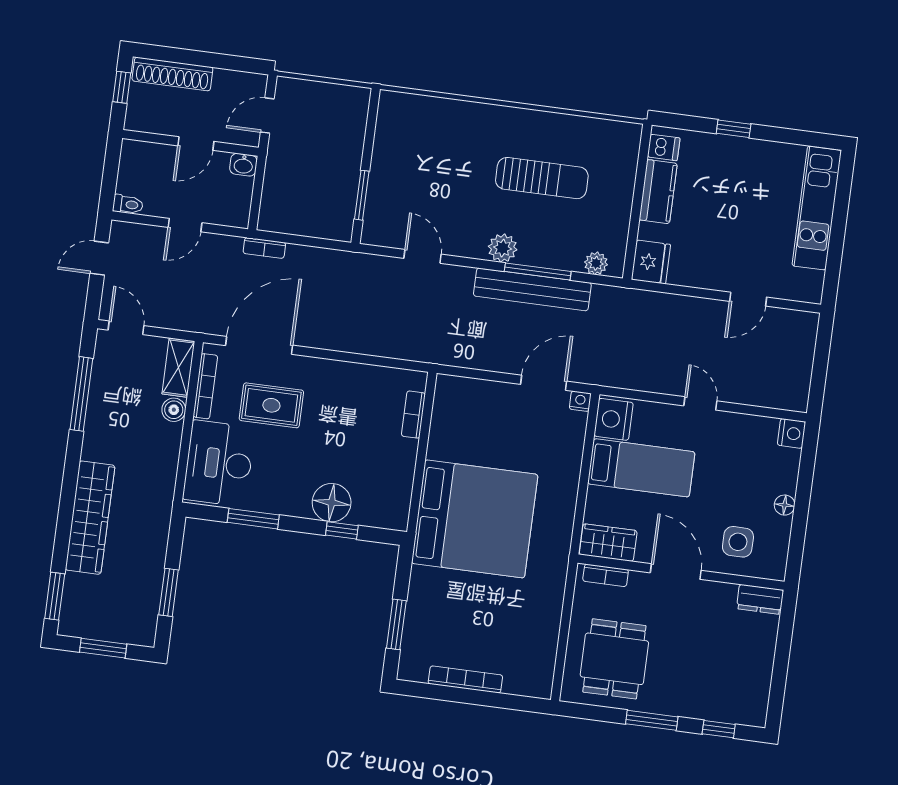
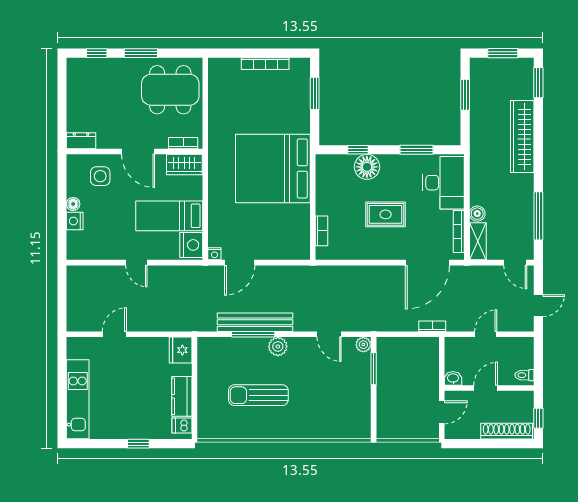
toilet: (128, 204) -> (524, 375), moved
plant: (596, 263) -> (363, 345), moved
rug: (271, 405) -> (386, 214), moved
nightstand: (792, 433) -> (75, 221), moved
dining table: (614, 659) -> (170, 90), width x1.37

